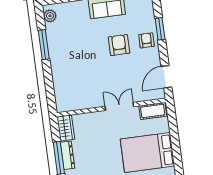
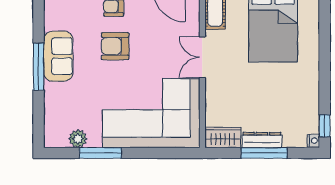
plant: (50, 16) -> (78, 139), moved
corner sofa: (76, 76) -> (151, 113), added

